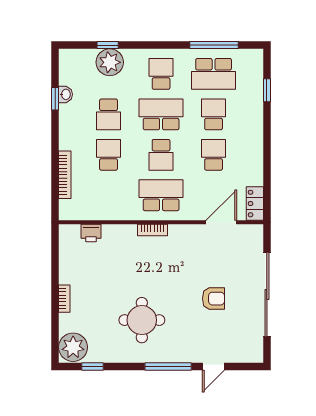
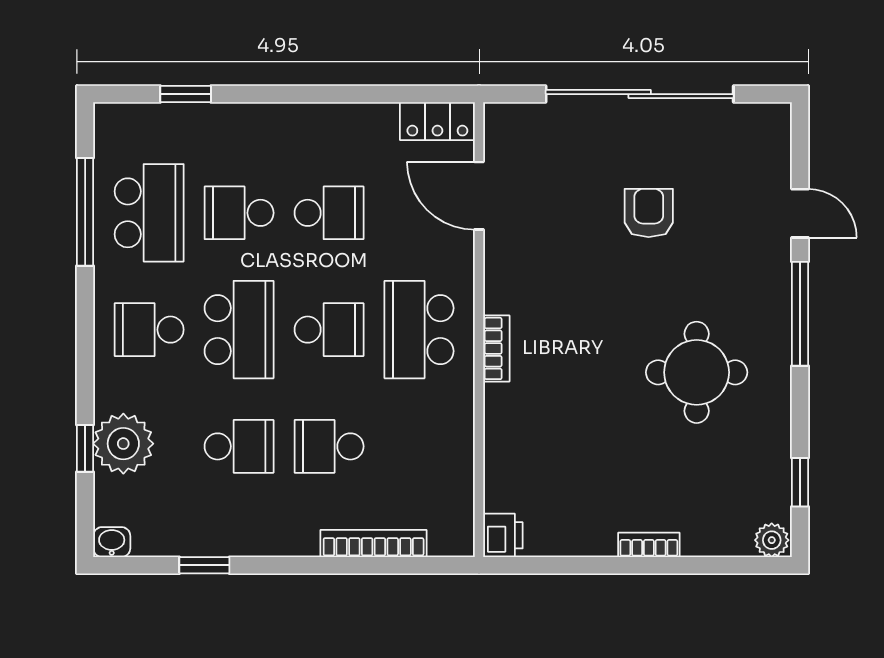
washbasin: (65, 94) -> (112, 542), moved
school desk: (161, 114) -> (239, 330), turned 180
school desk: (214, 155) -> (329, 213), turned 180
printer: (91, 233) -> (503, 535), moved
plant: (73, 347) -> (772, 540), width x0.53, depth x0.53

